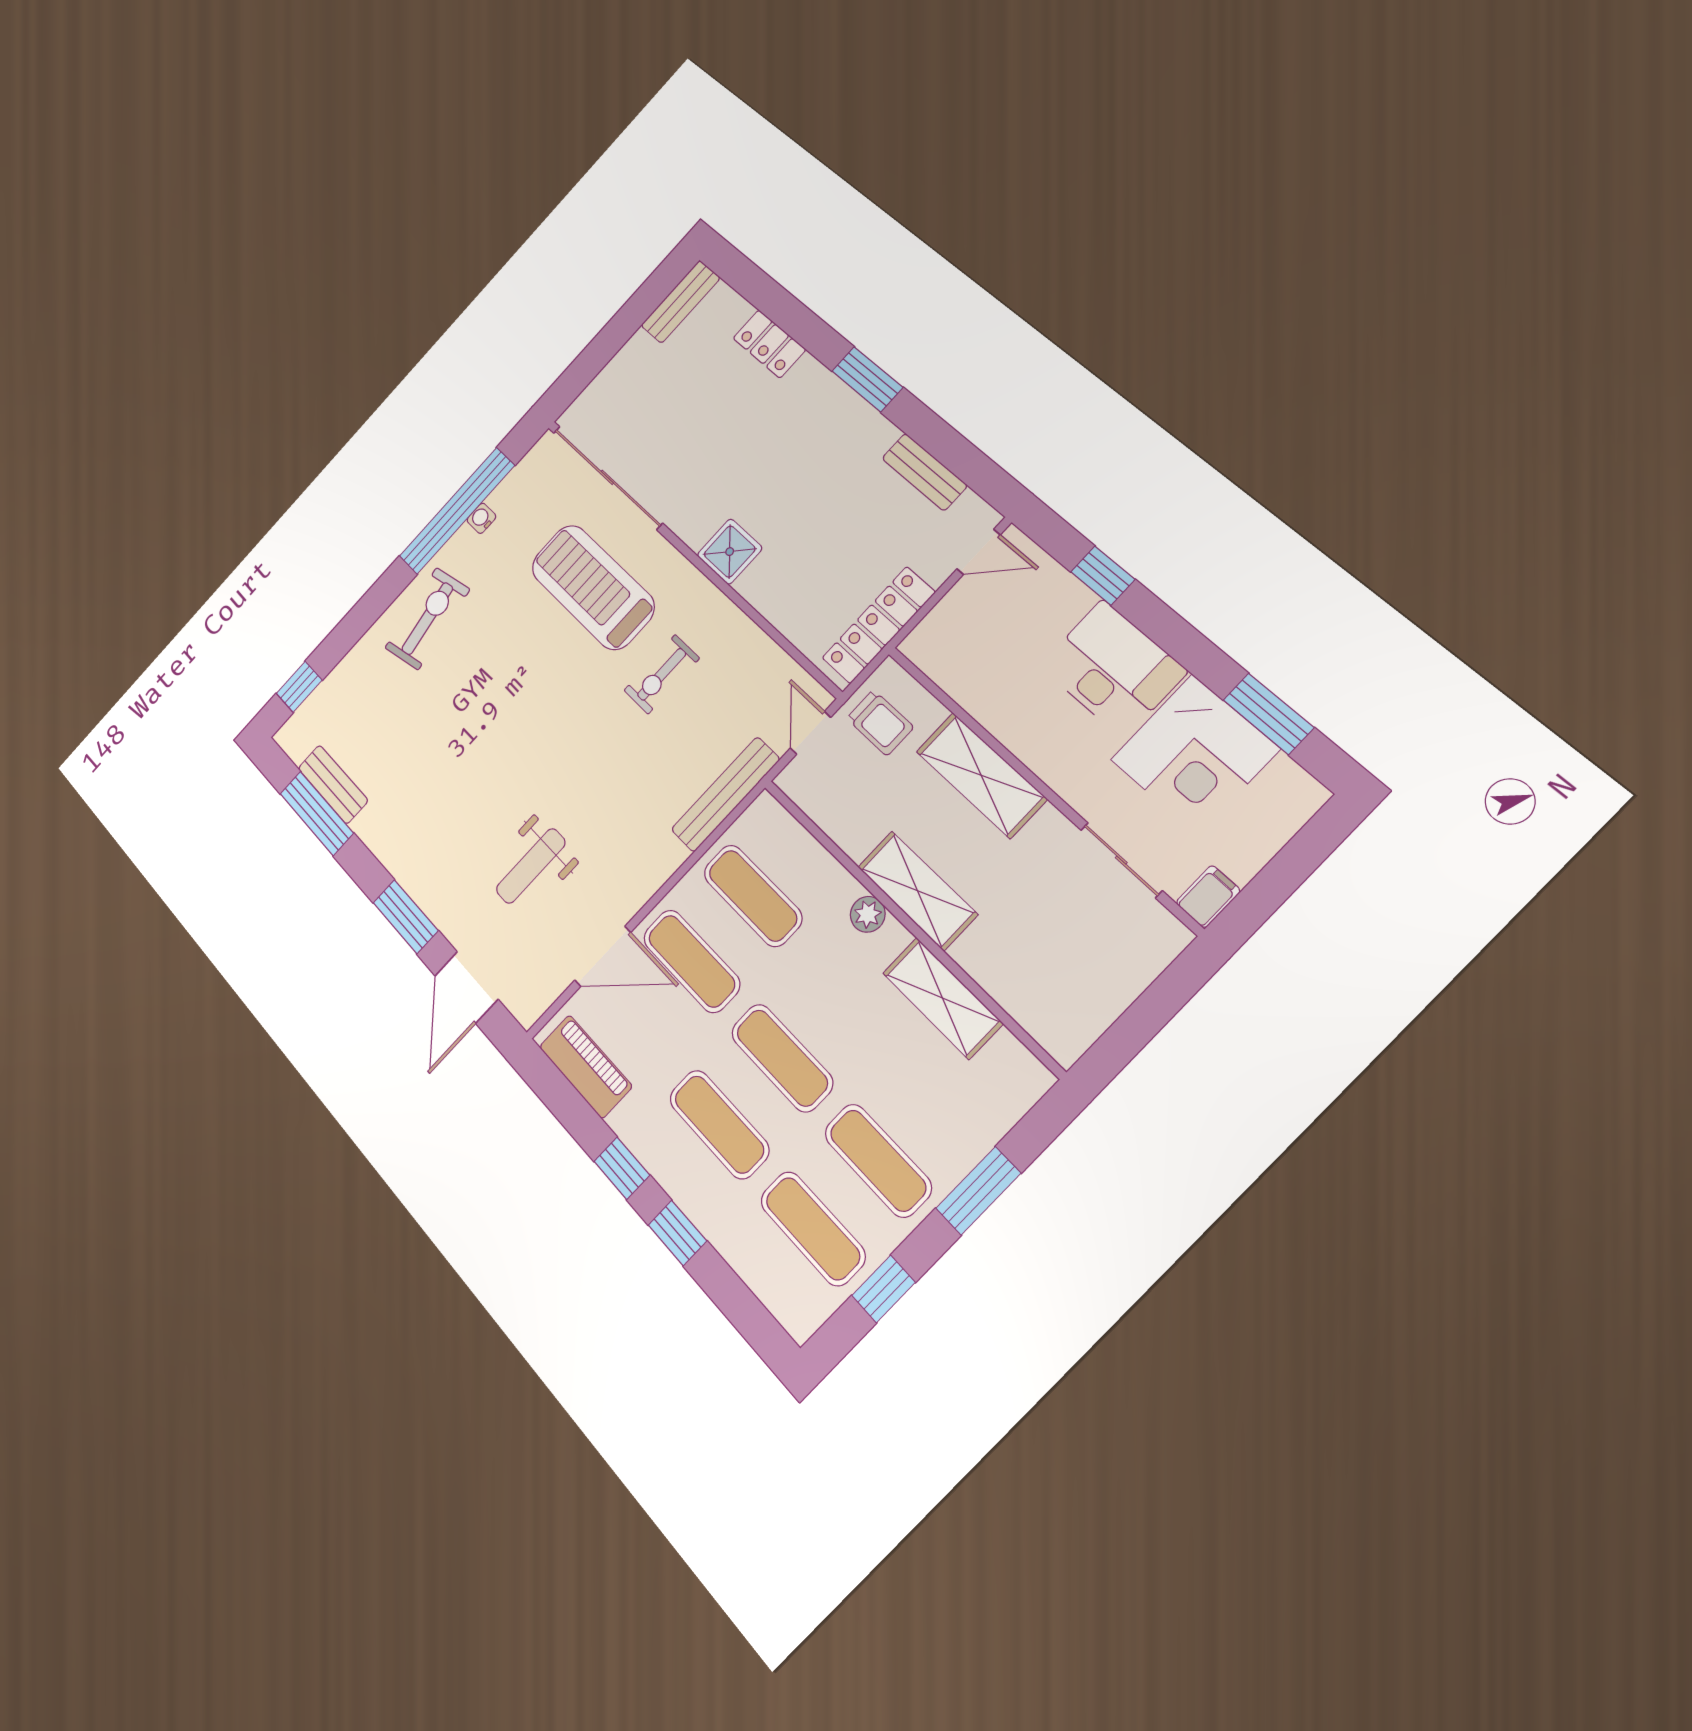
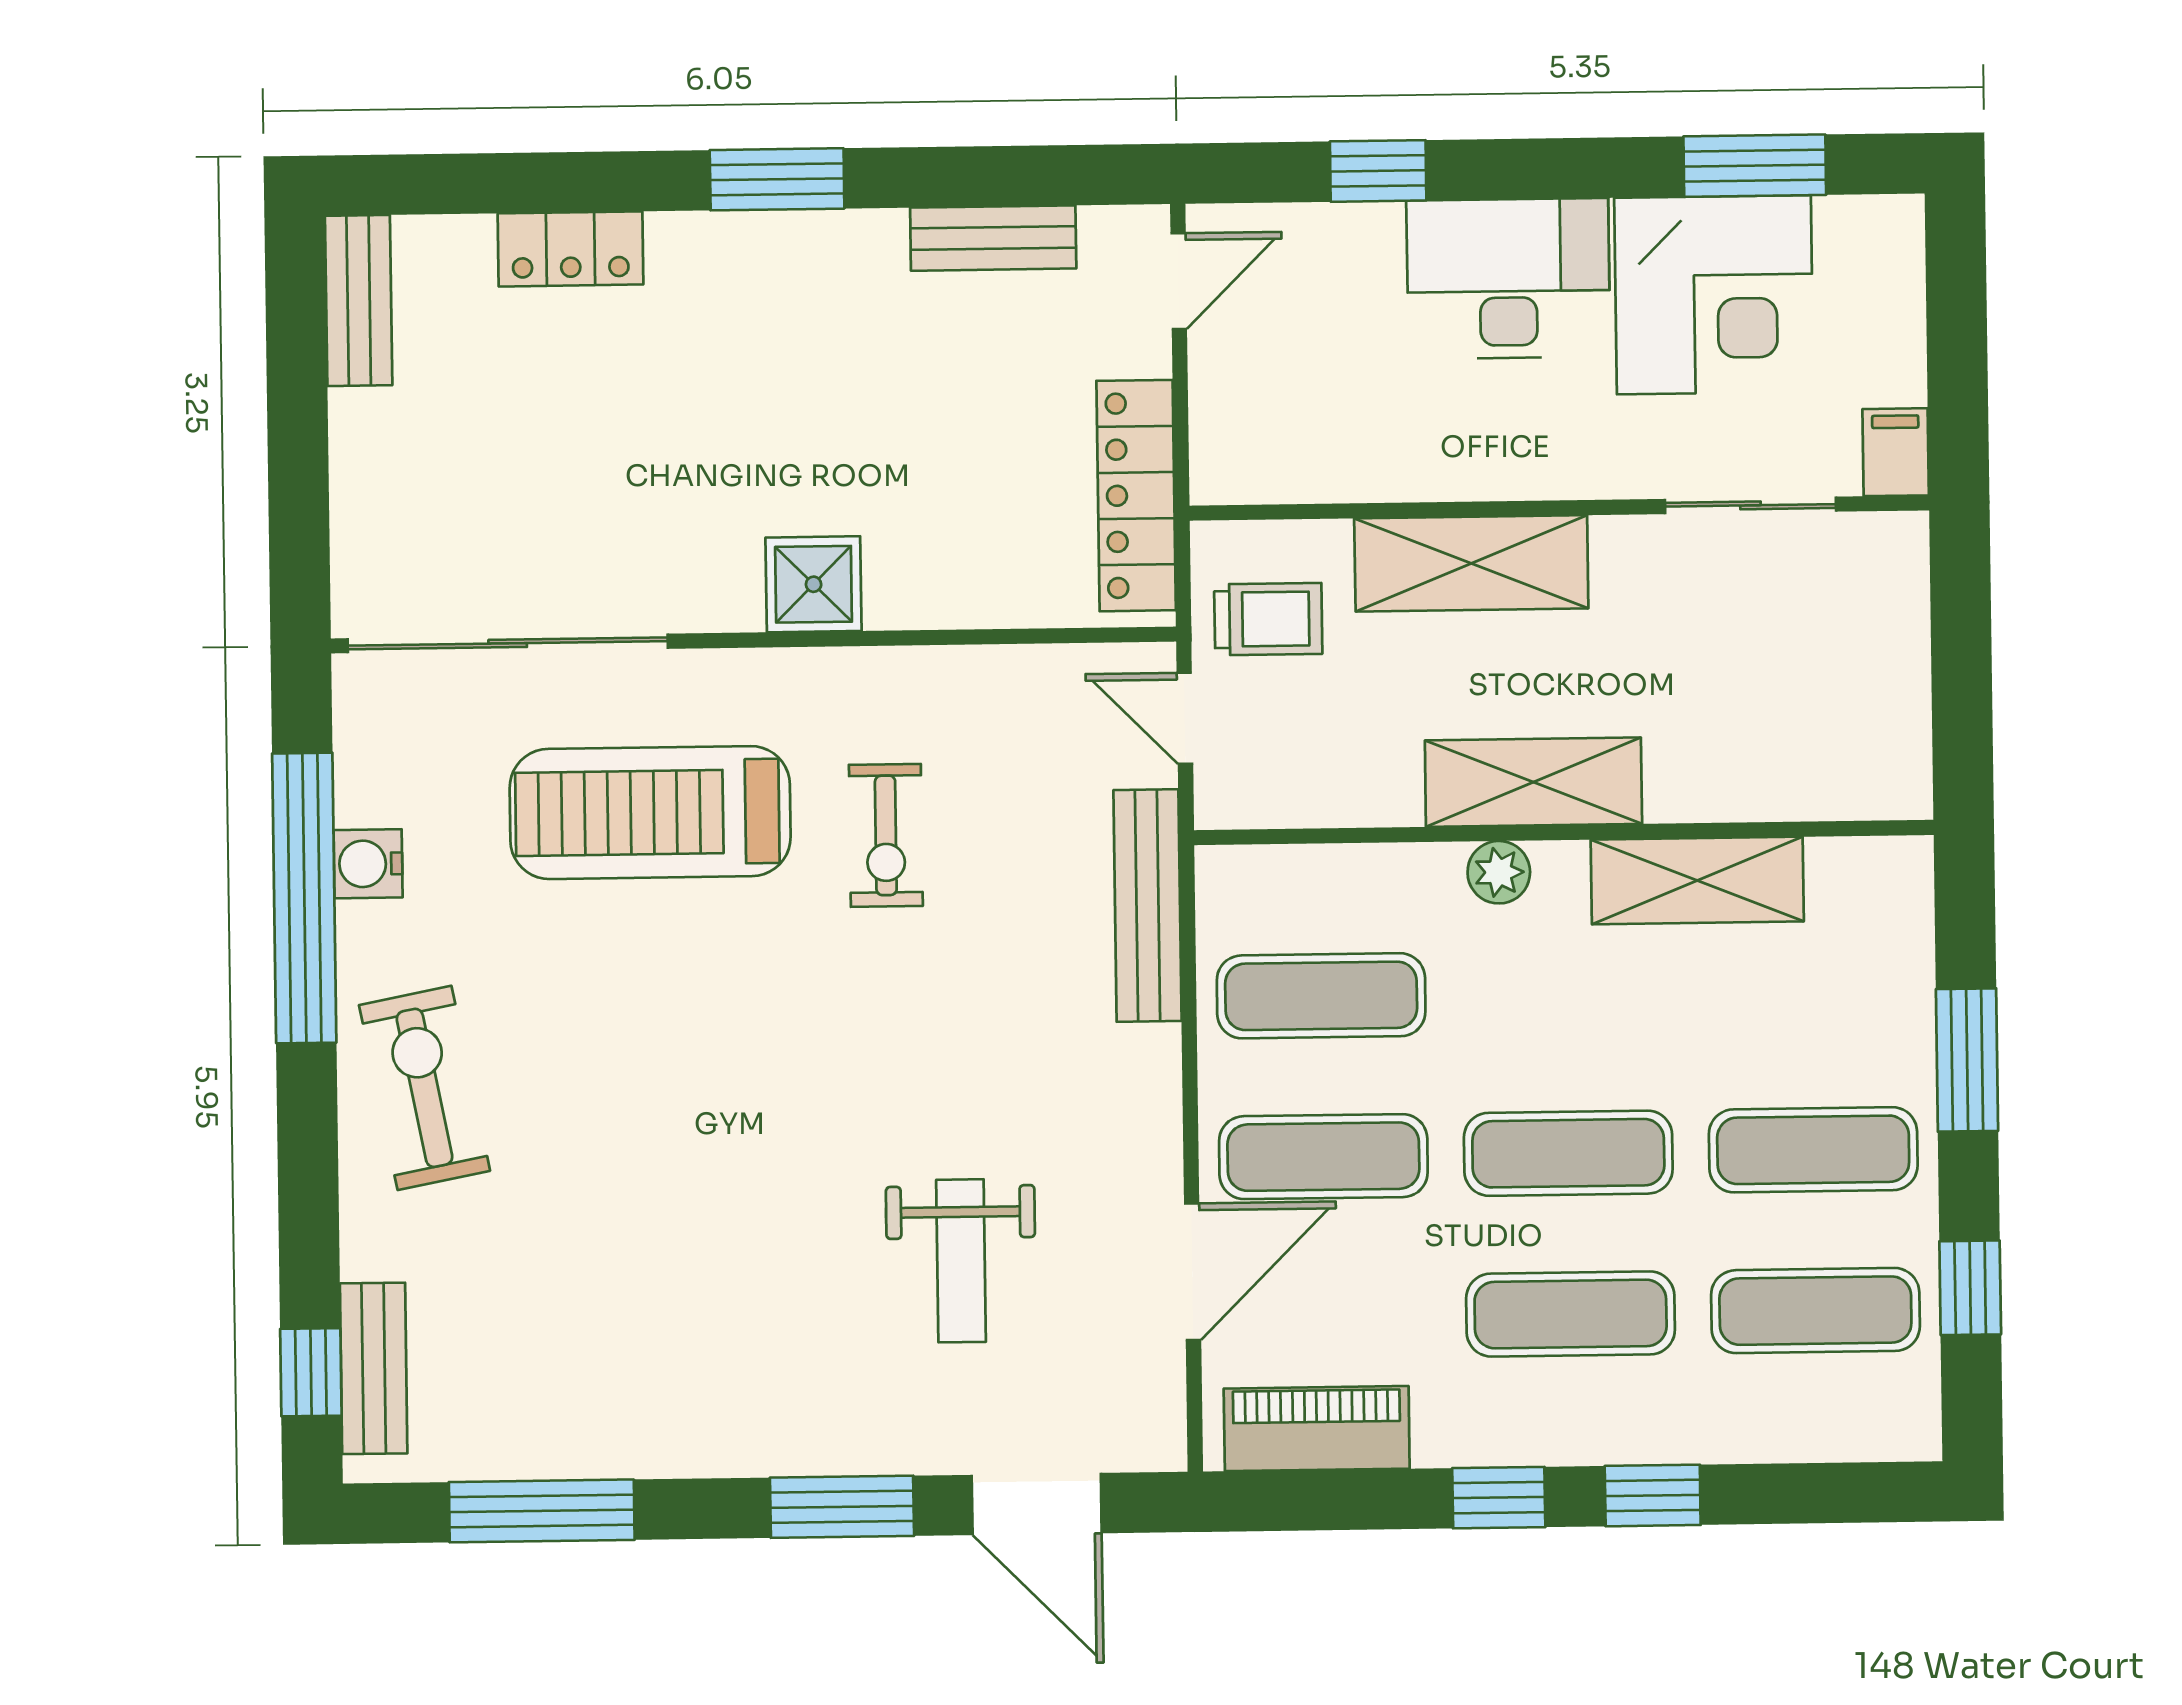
water cooler: (481, 518) -> (368, 864), width x1.38, depth x1.38
bench: (333, 784) -> (374, 1368), moved, turned 90

